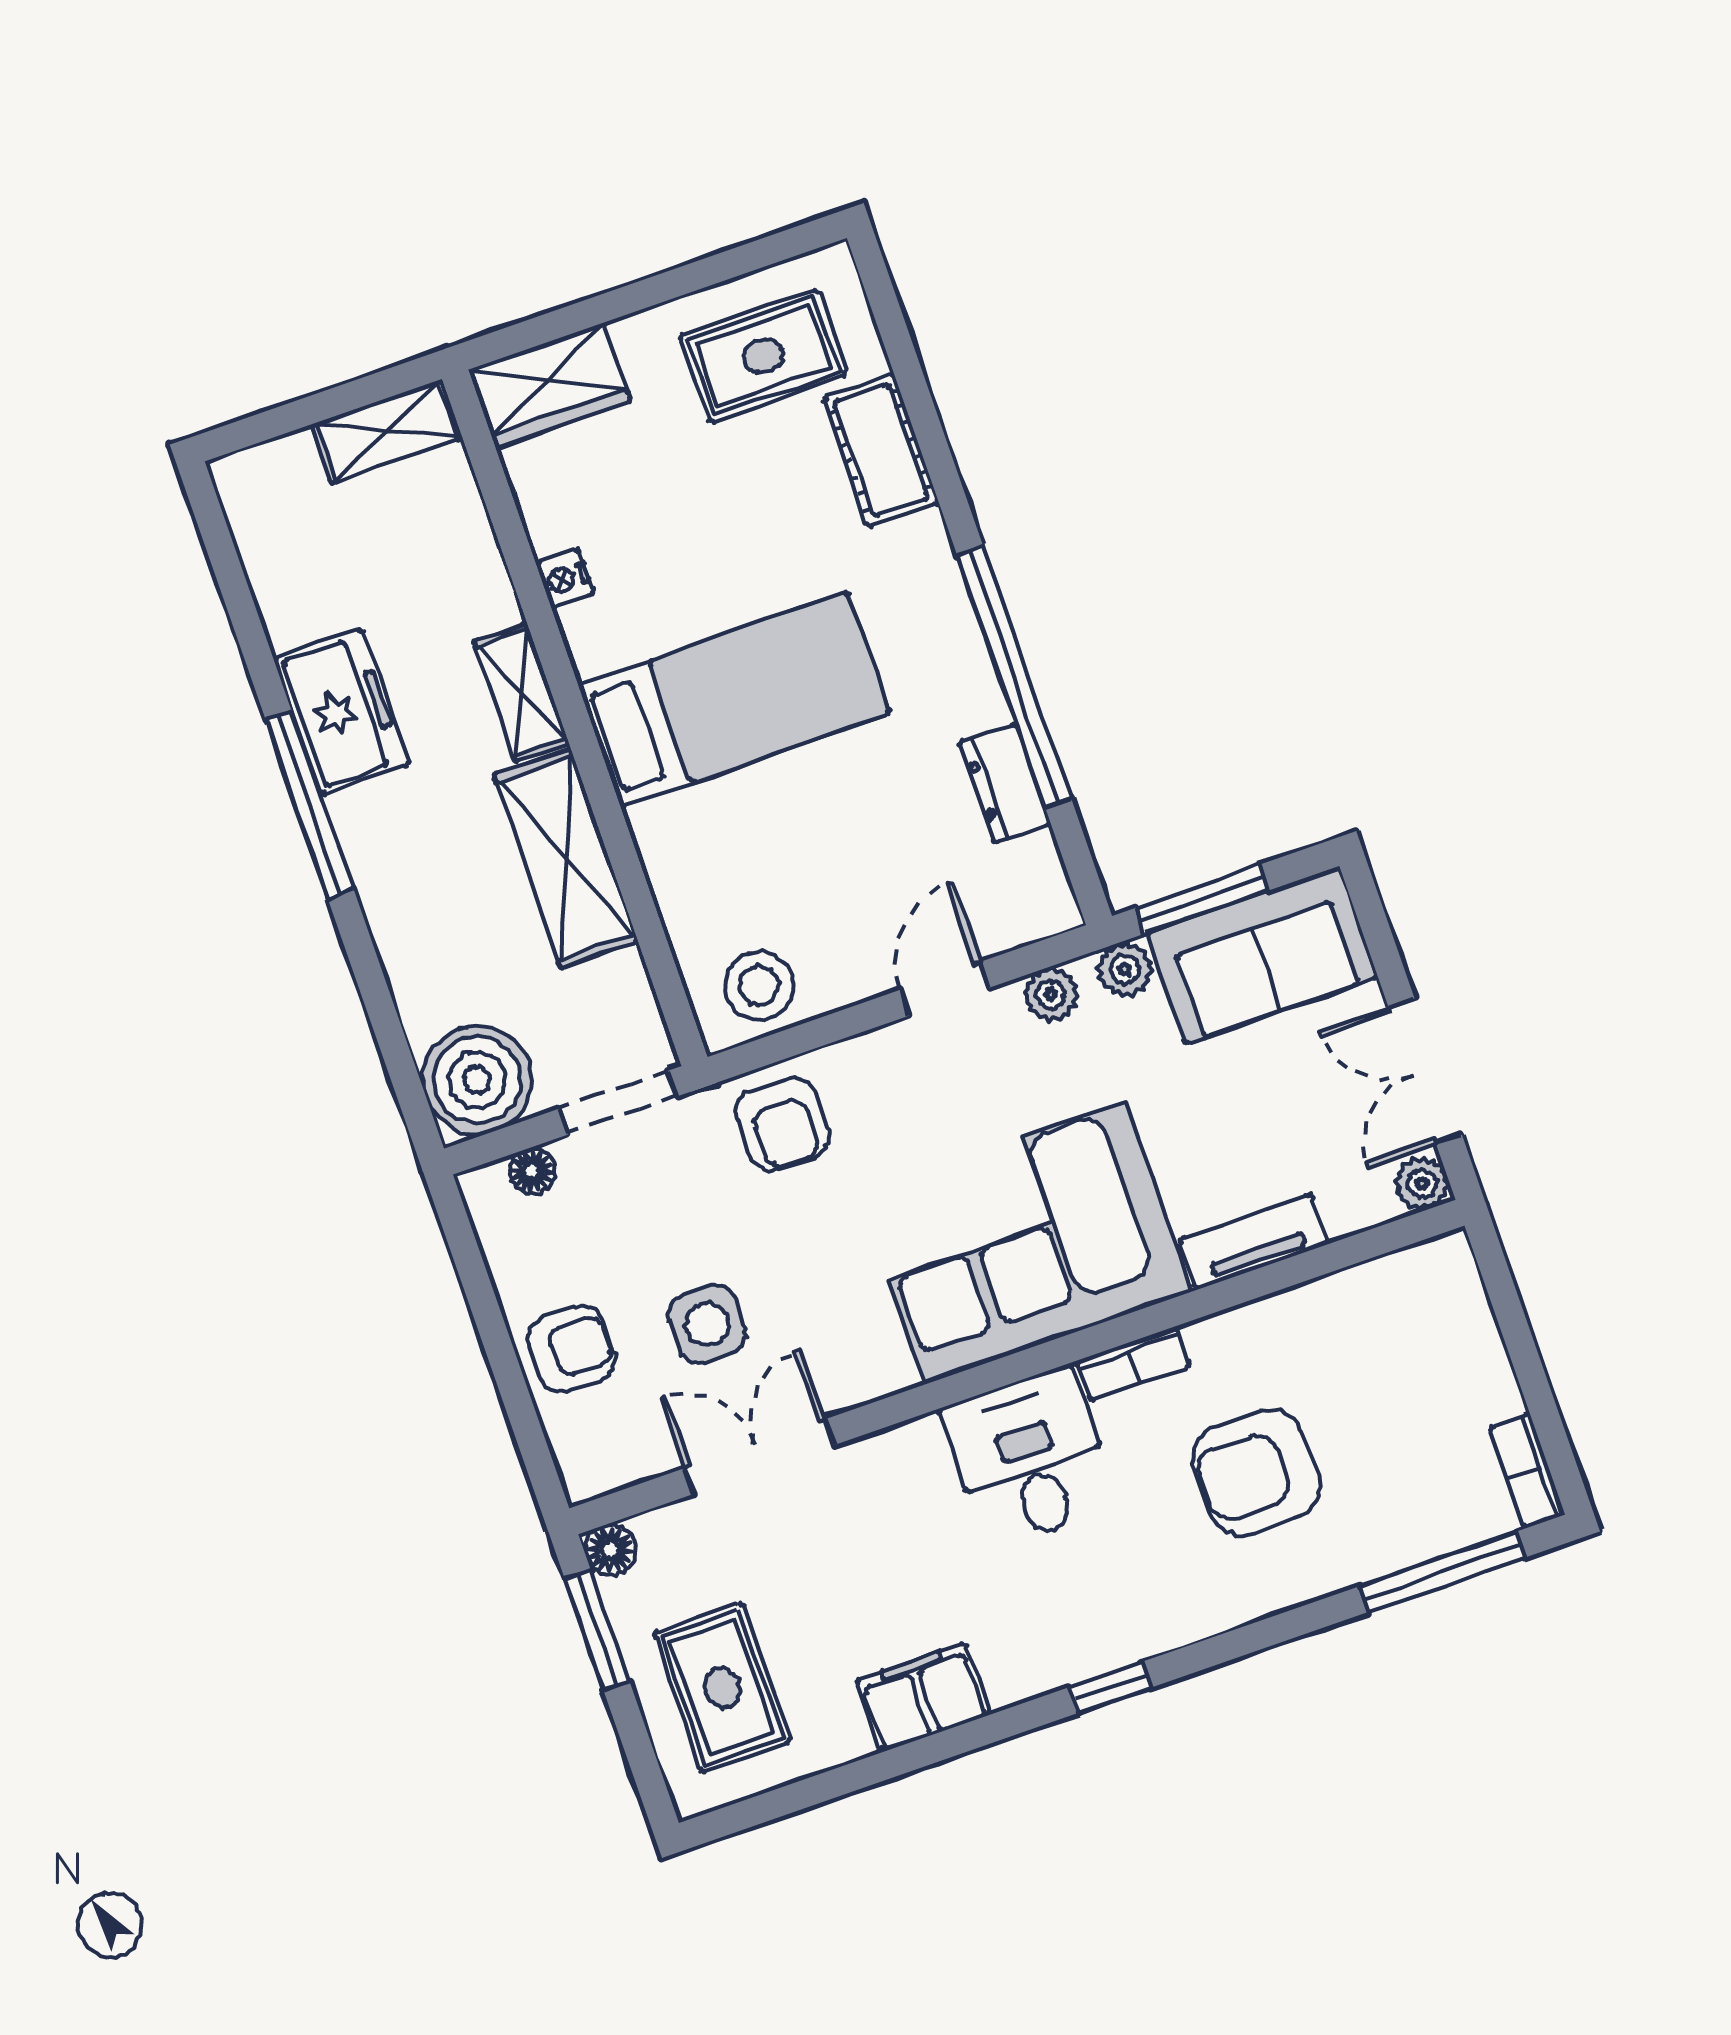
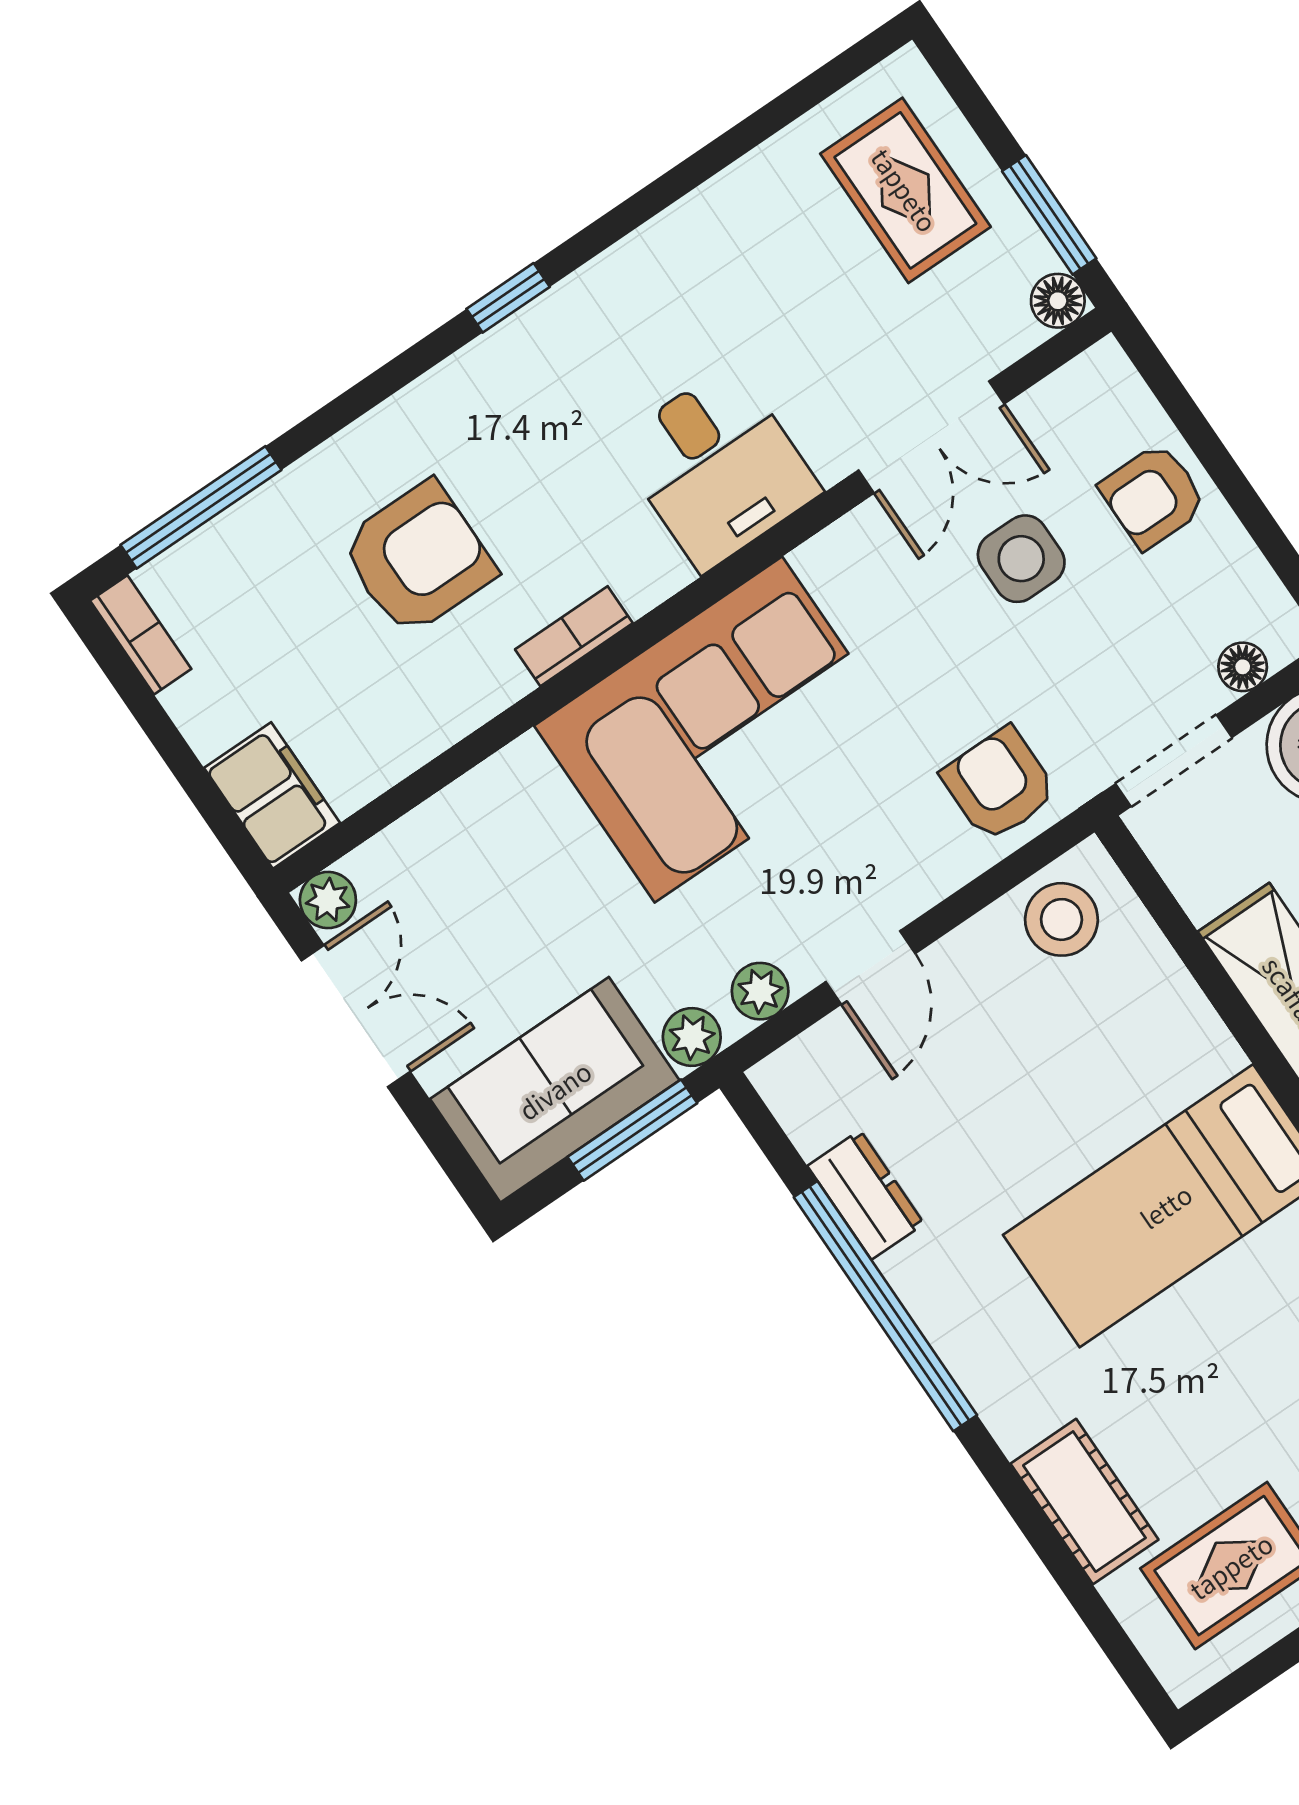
tv unit: (1254, 1242) -> (484, 794), removed
desk: (1029, 1458) -> (717, 467), moved
filing cabinet: (923, 1698) -> (272, 795), moved, turned -90

